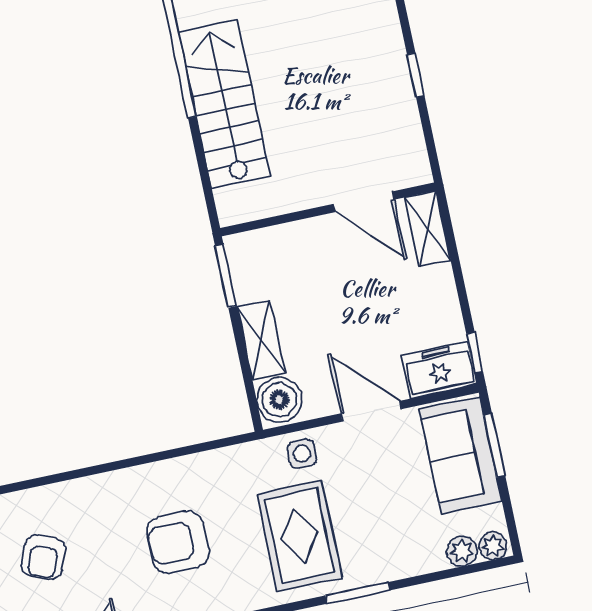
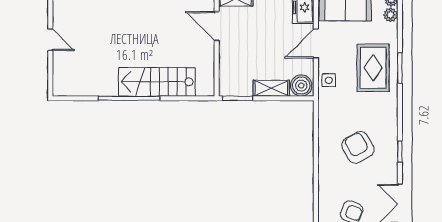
door: (364, 202) -> (217, 26), swing flipped
rug: (299, 536) -> (373, 68), moved, turned 90
armchair: (178, 542) -> (358, 147), turned 151

